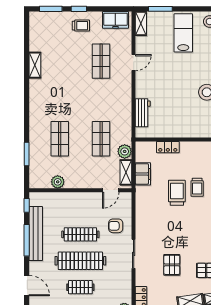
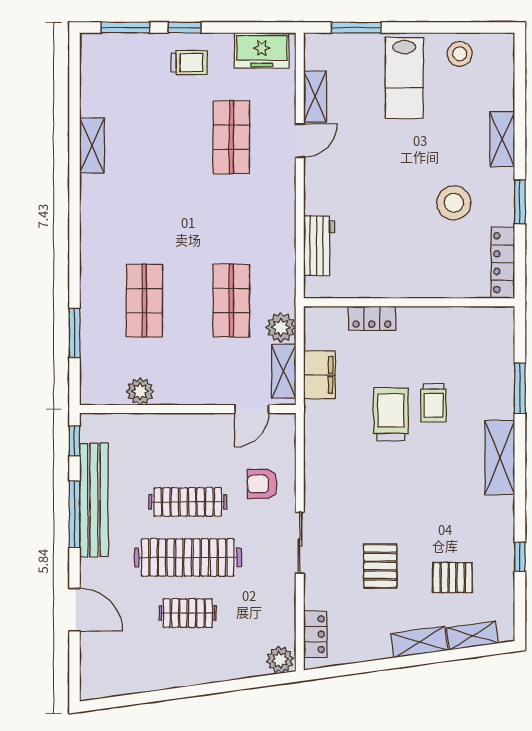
shelving: (141, 24) -> (315, 96), moved
lab bench: (183, 33) -> (404, 78), turned 180

